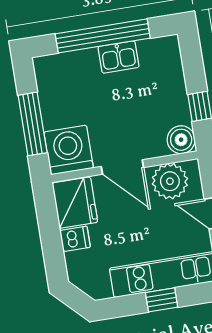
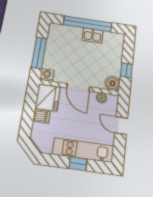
washing machine: (69, 150) -> (47, 75), width x0.53, depth x0.53
plant: (170, 181) -> (101, 98), width x0.53, depth x0.53

